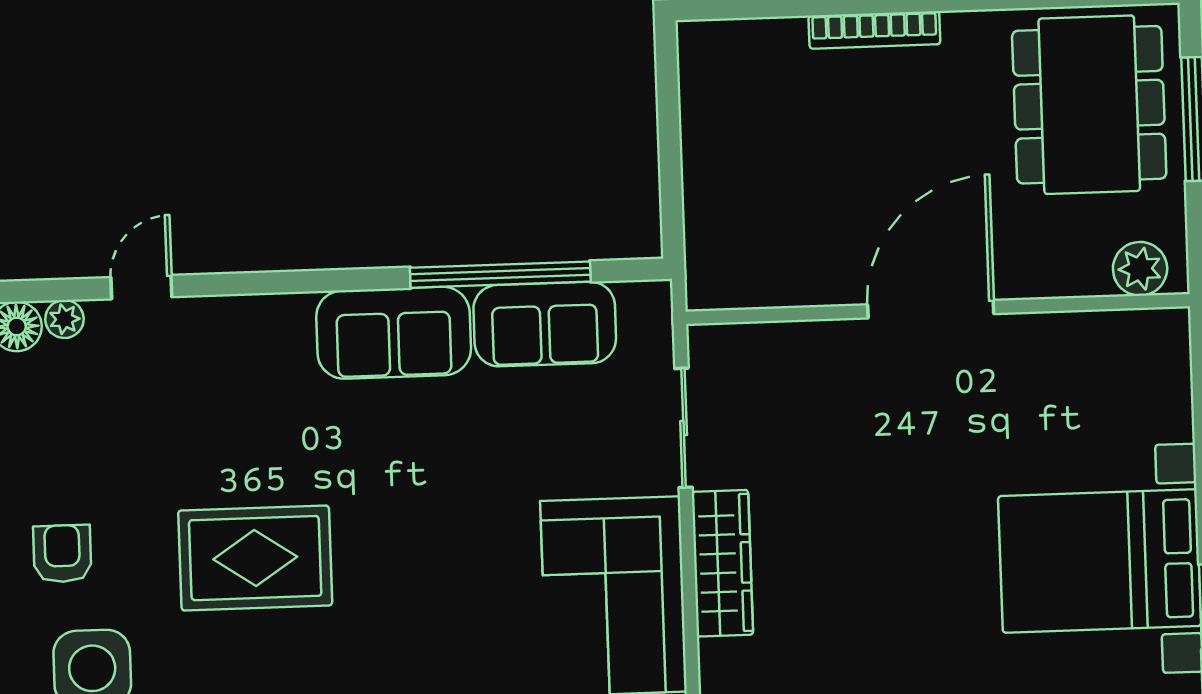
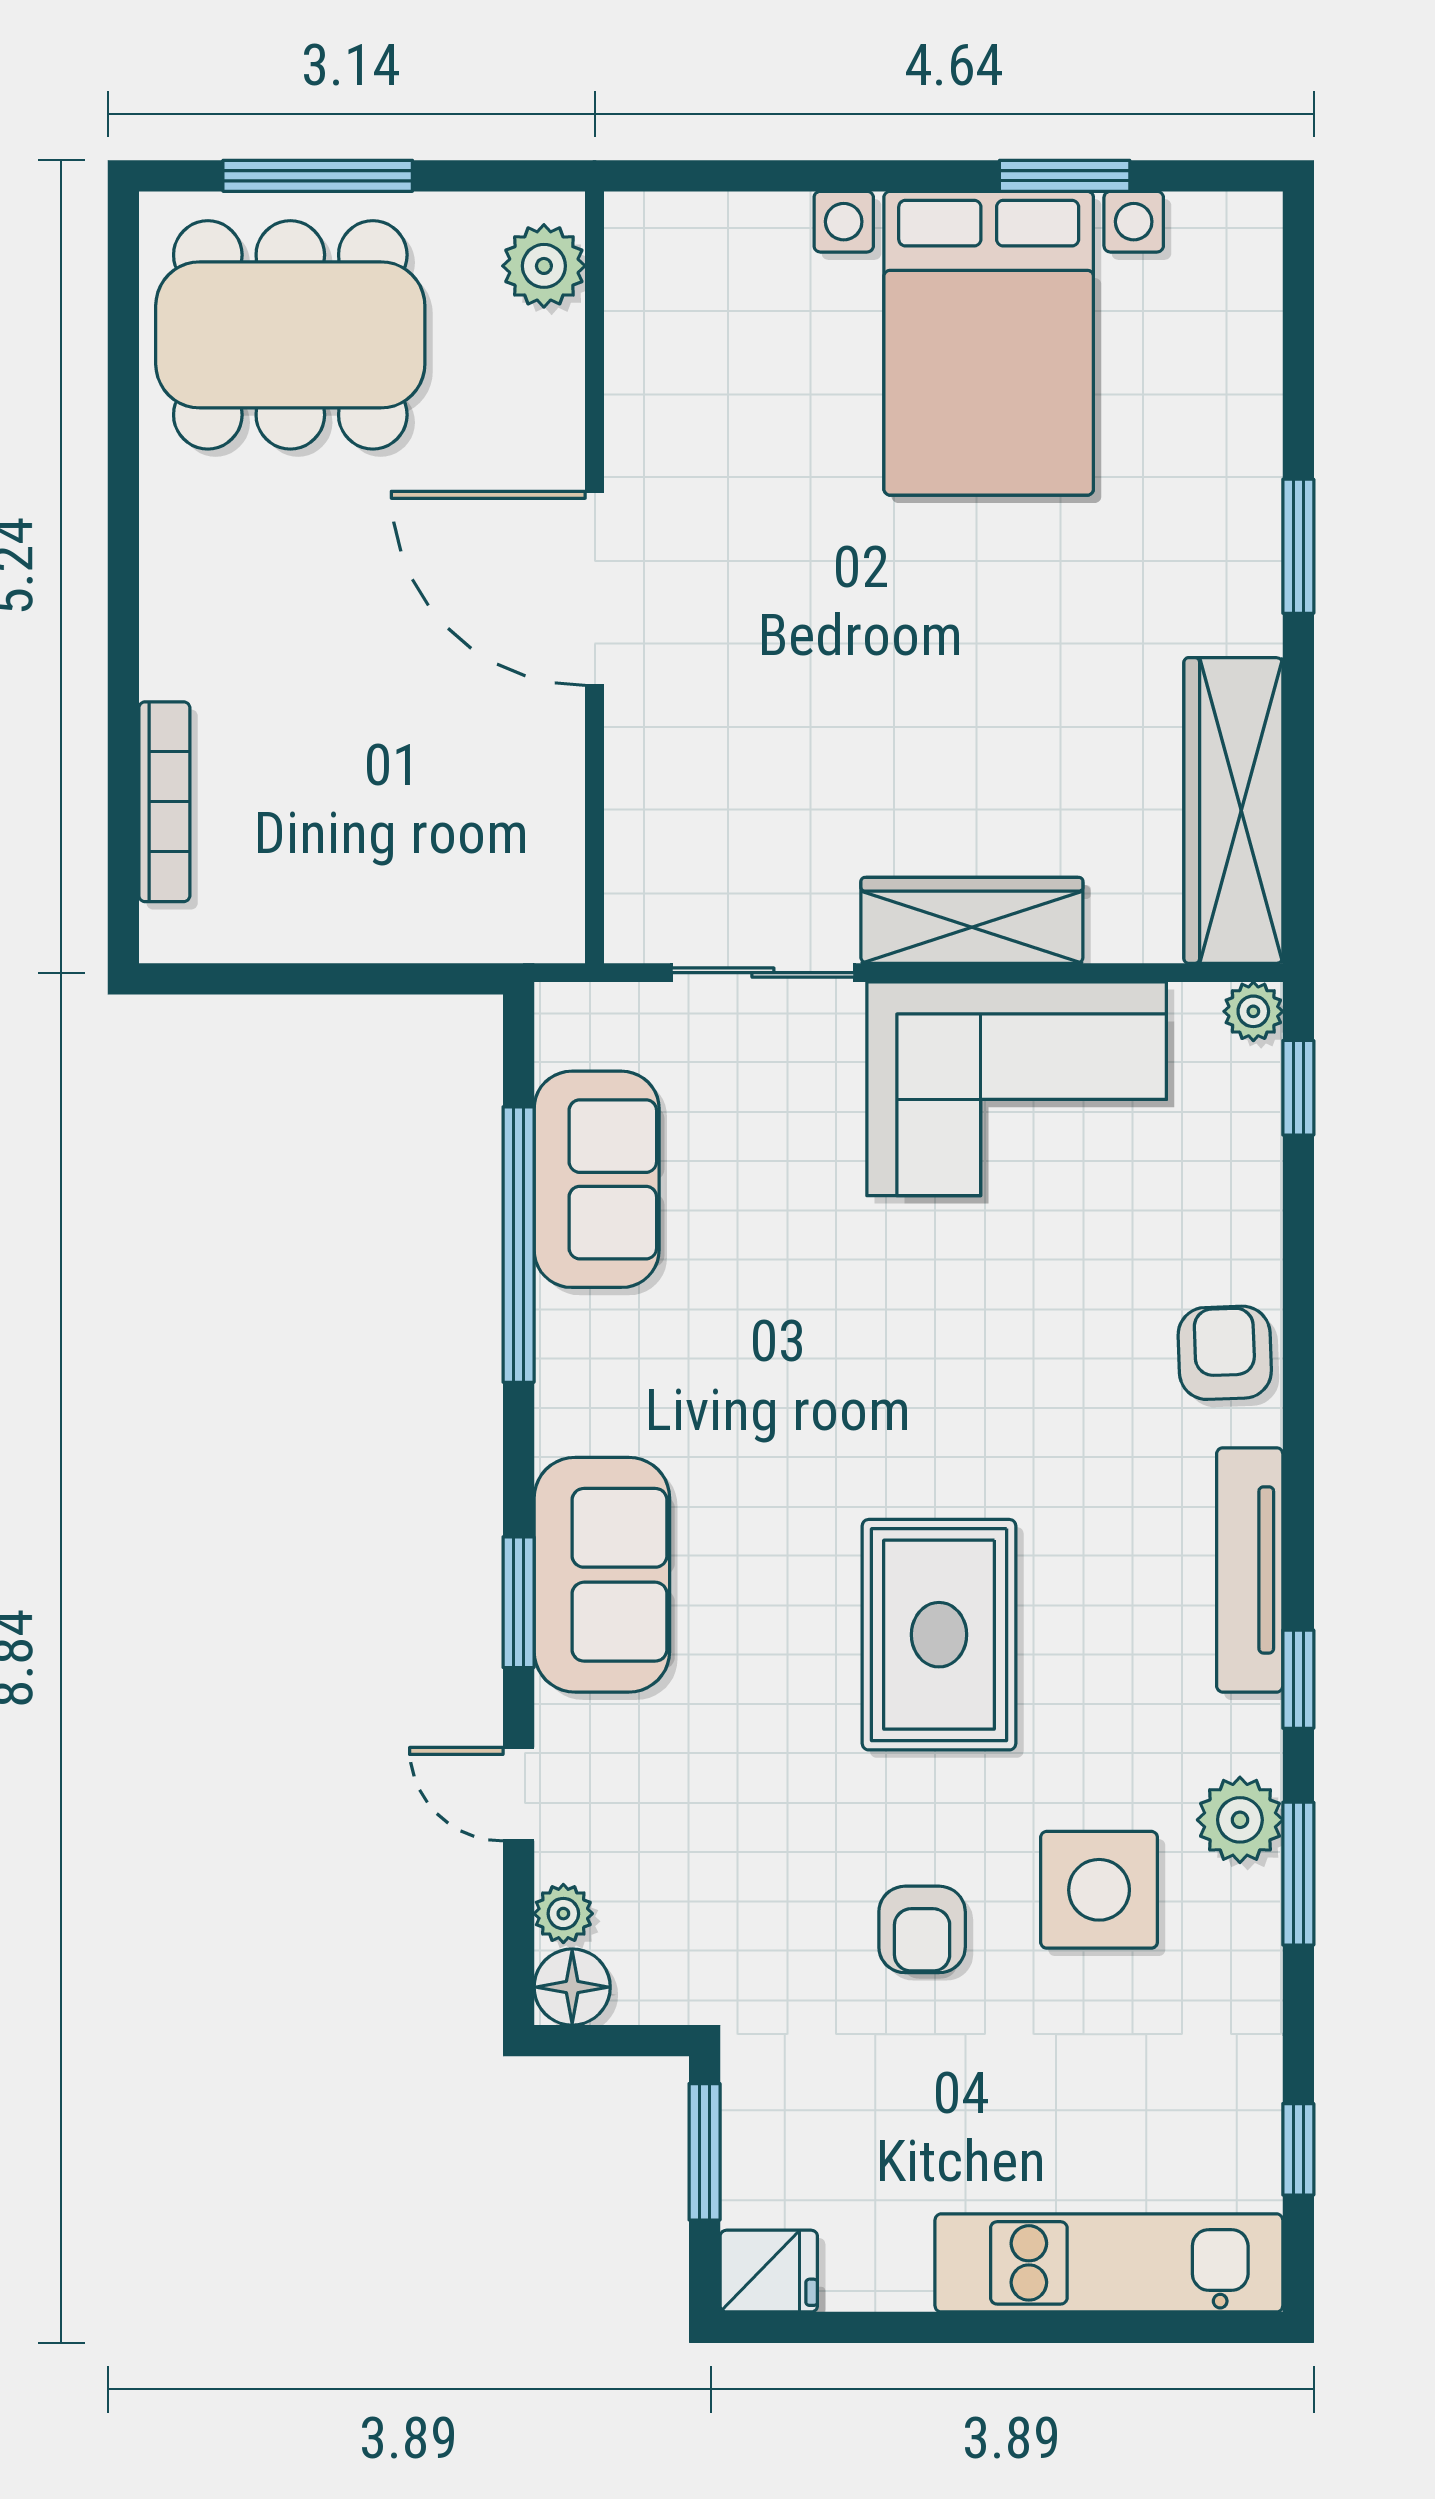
bookcase: (874, 30) -> (164, 802), moved
window: (267, 283) -> (519, 1602), added
sofa: (394, 333) -> (602, 1575), moved
armchair: (62, 554) -> (922, 1929), turned -90

